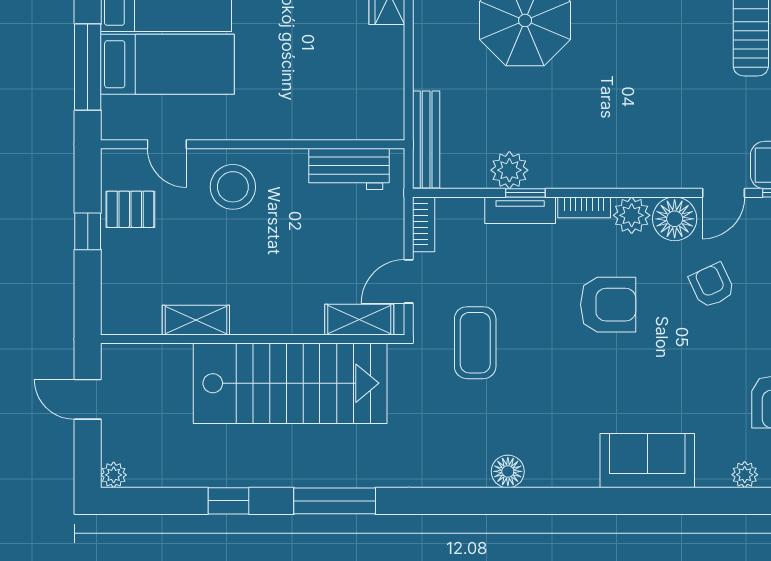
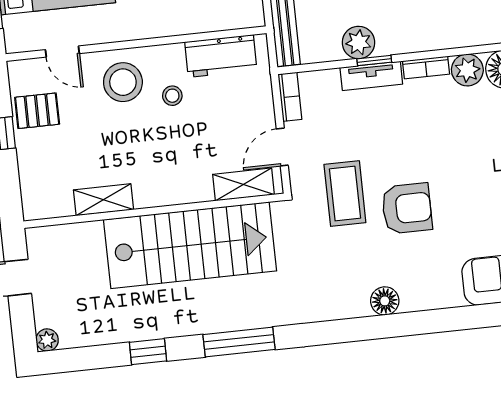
stool: (288, 209) -> (172, 96), added
armchair: (608, 305) -> (407, 208), moved

